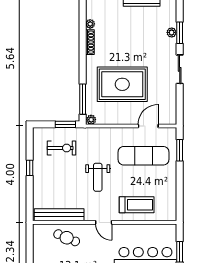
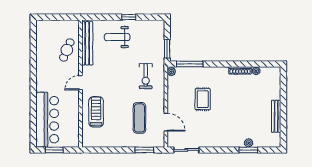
sliding door: (180, 69) -> (186, 150), moved
rug: (122, 84) -> (203, 99), width x0.54, depth x0.49
exercise bike: (62, 148) -> (146, 76), moved
exercise mat: (143, 156) -> (139, 118), width x0.73, depth x0.69
weight bench: (98, 177) -> (117, 37), moved
treadmill: (137, 205) -> (96, 112), turned 180

